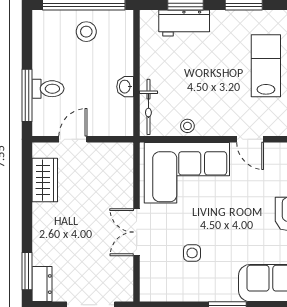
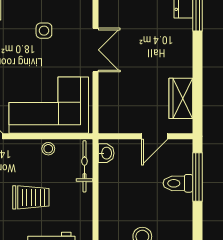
trolley: (206, 74) -> (31, 197), added
washbasin: (125, 87) -> (106, 153), moved

